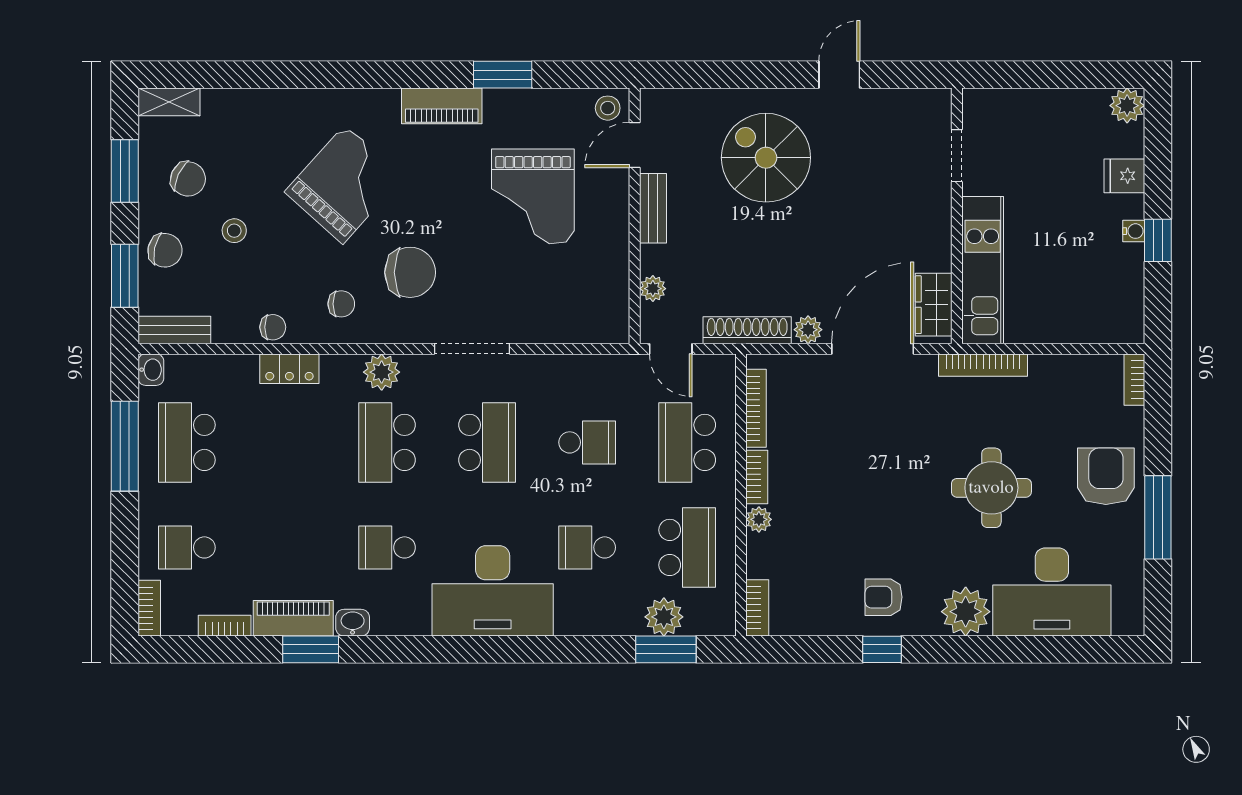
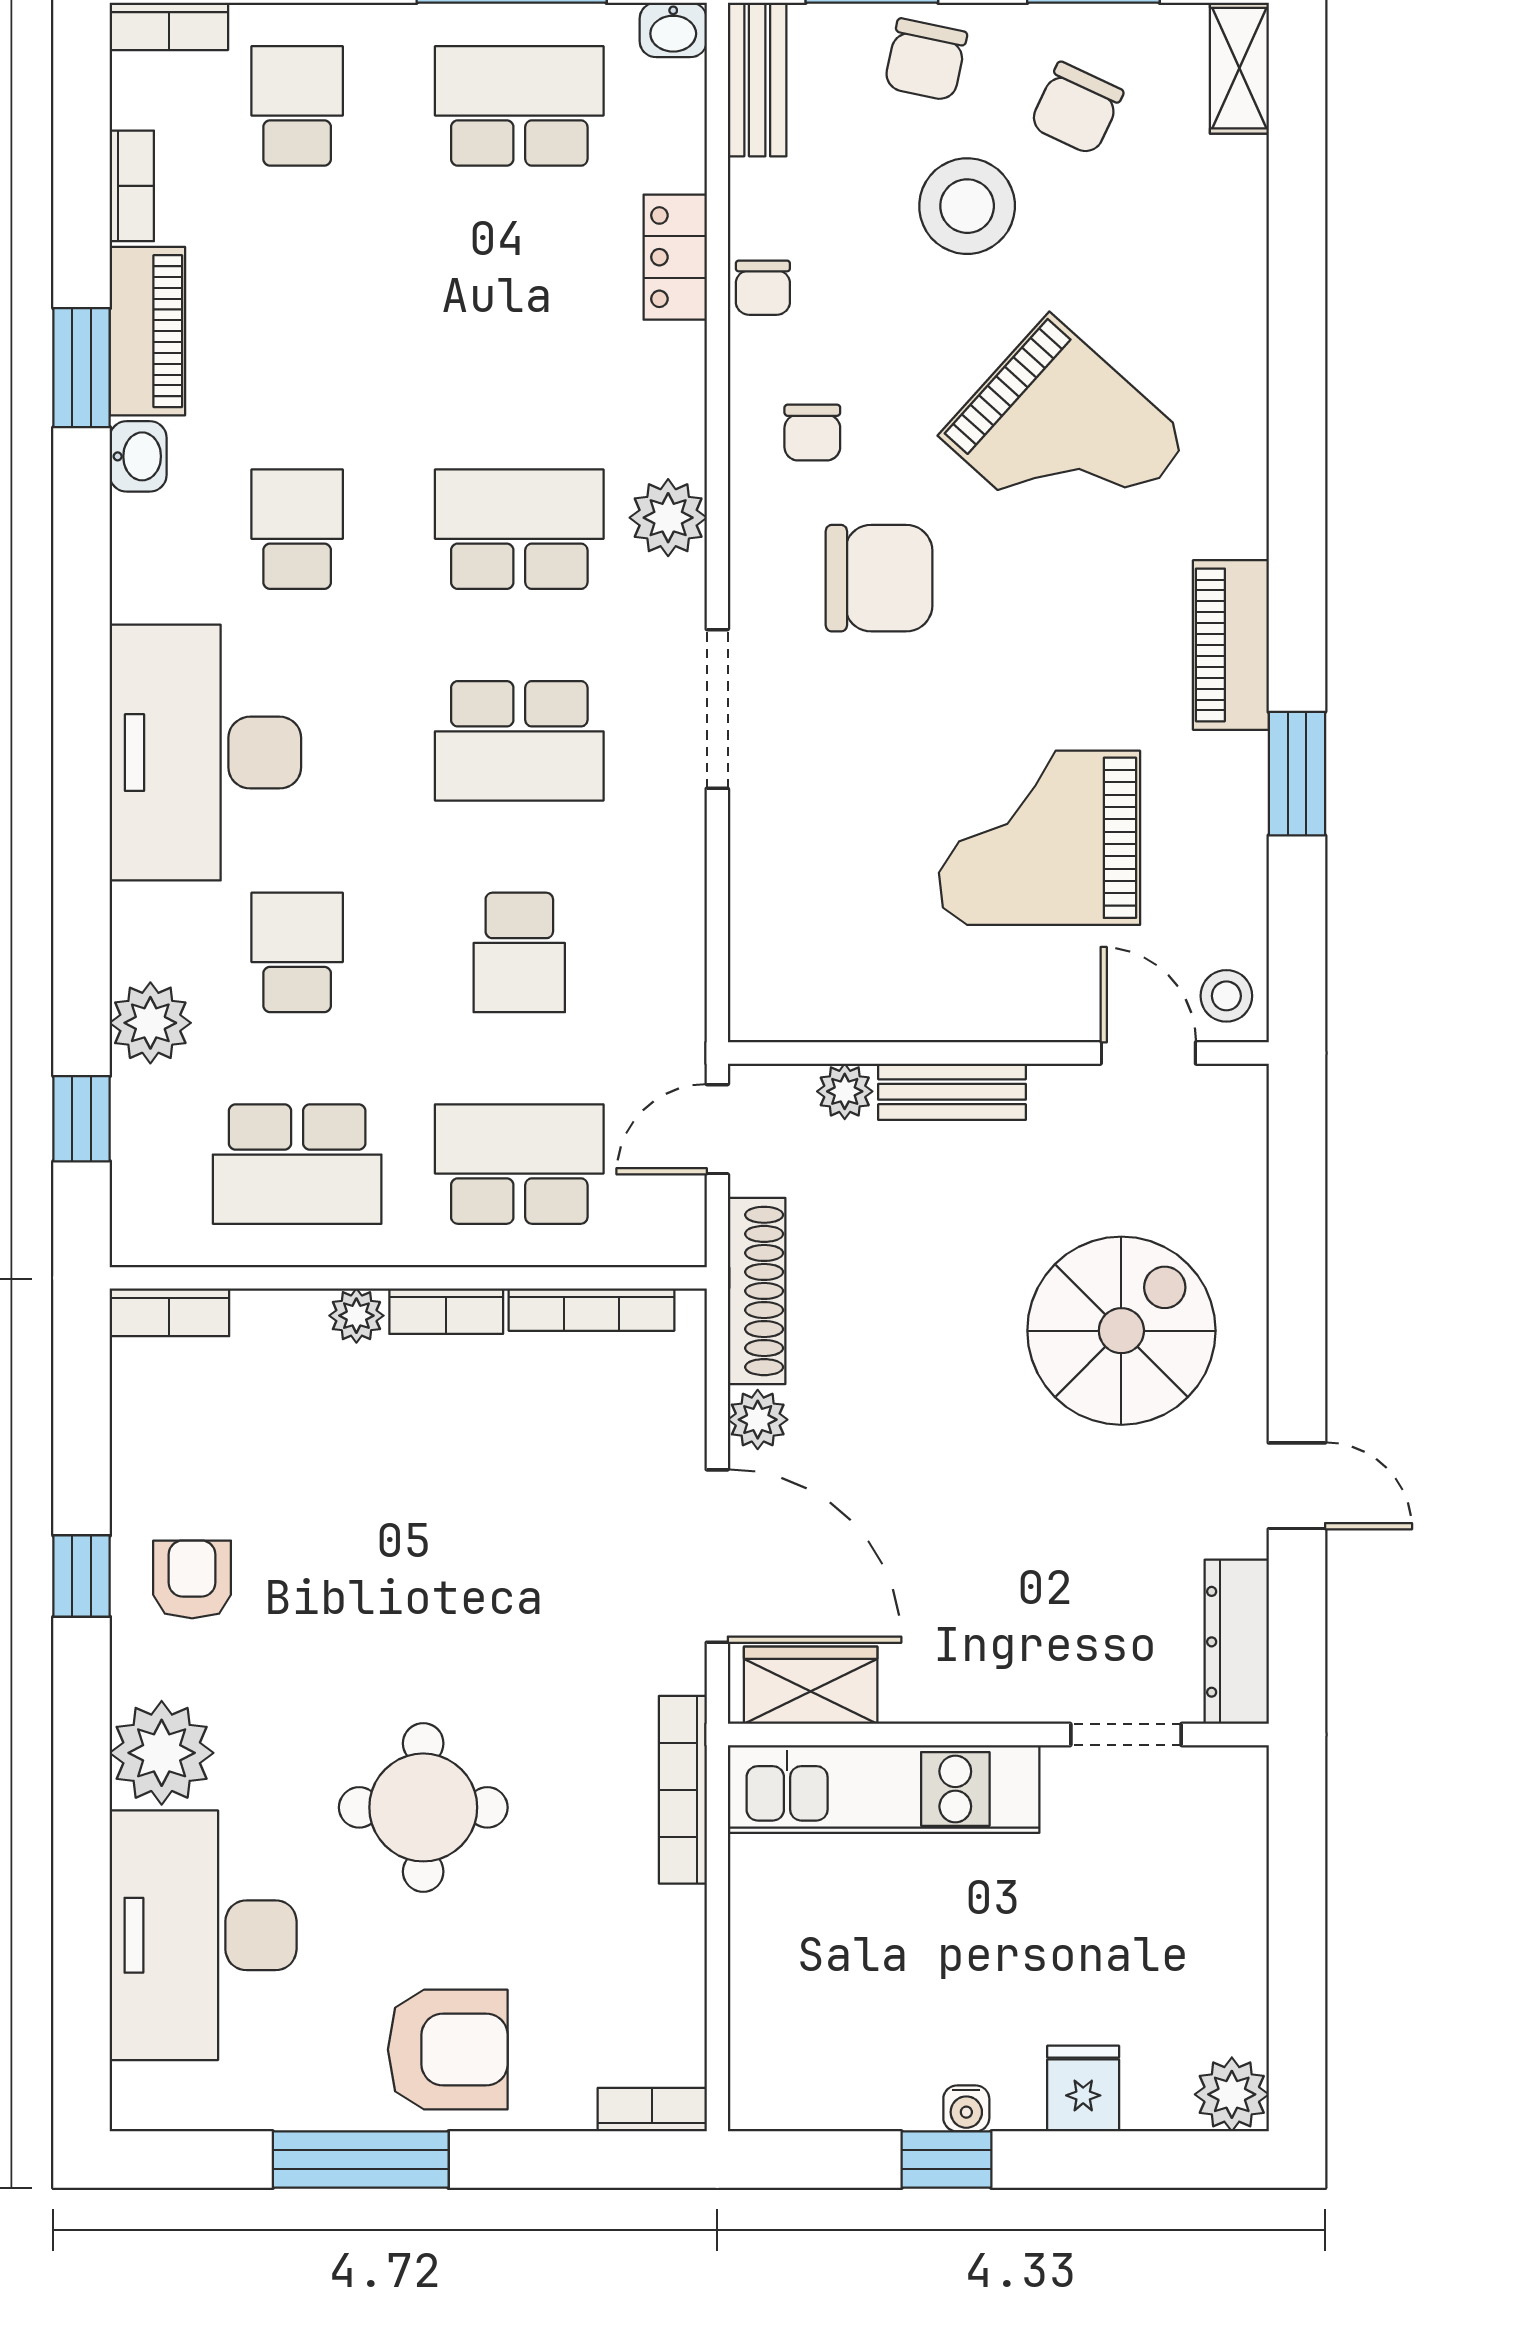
dresser: (913, 103) -> (1237, 1642), added
bench: (653, 208) -> (952, 1092), moved
stool: (234, 231) -> (967, 206), width x1.89, depth x1.89
chair: (410, 272) -> (879, 578), turned -90
locker: (289, 369) -> (675, 257), moved
plant: (664, 617) -> (150, 1023), moved
window: (666, 649) -> (82, 1119), width x0.67

